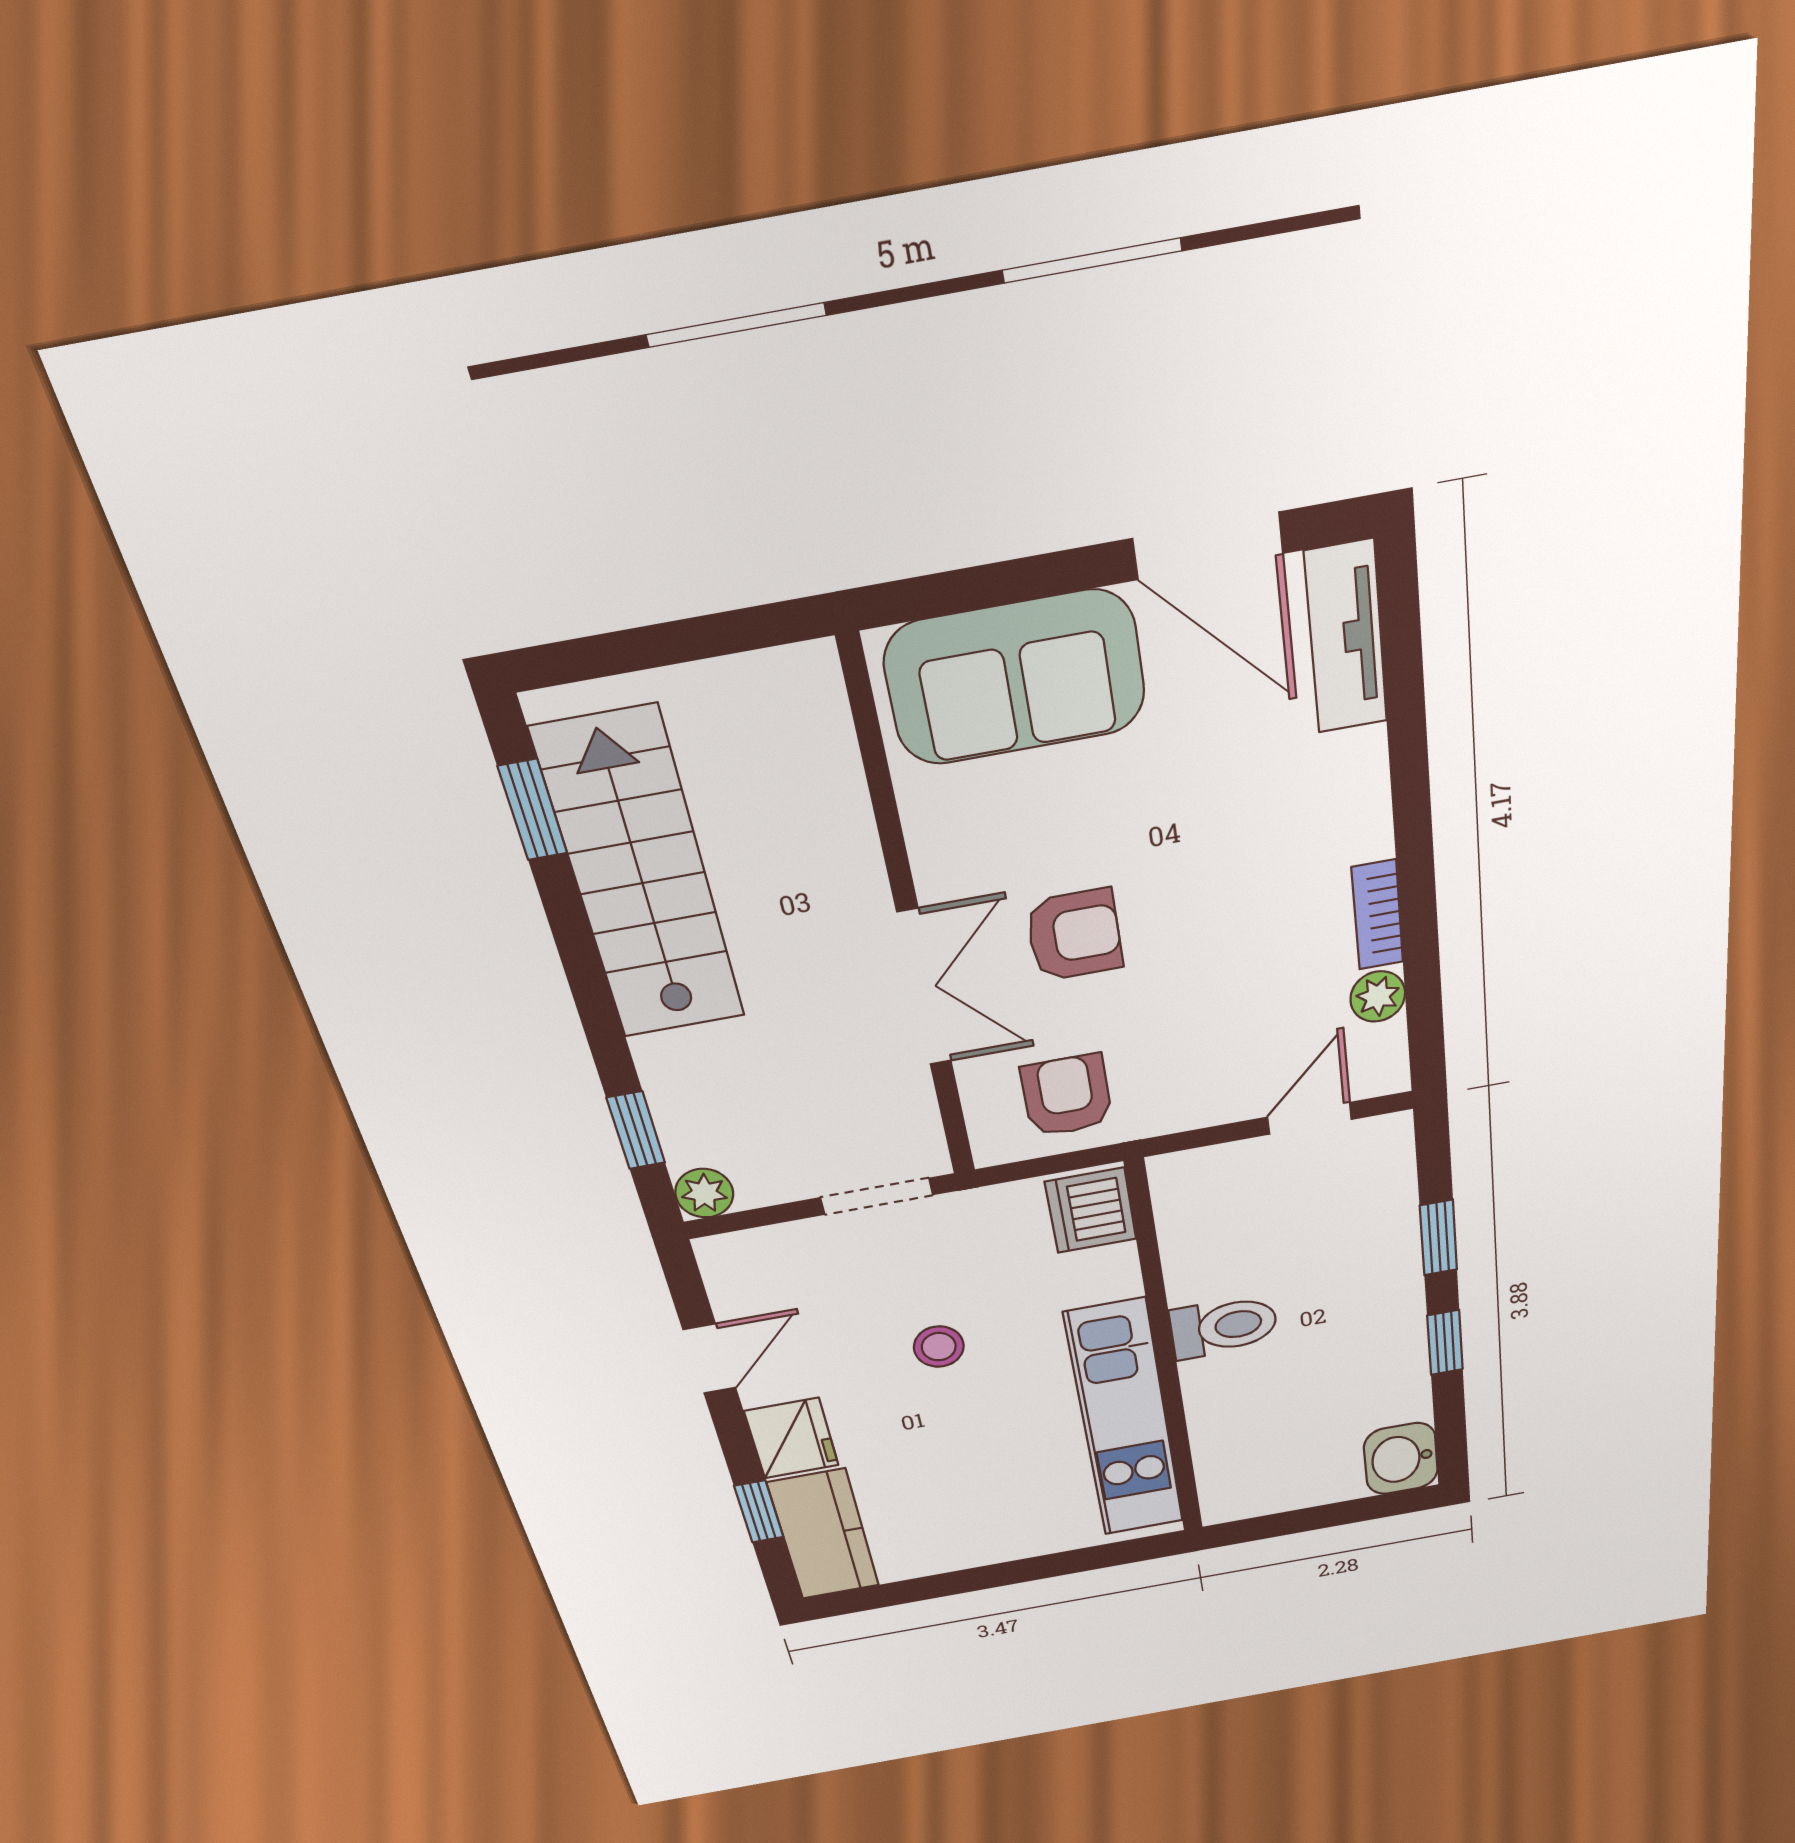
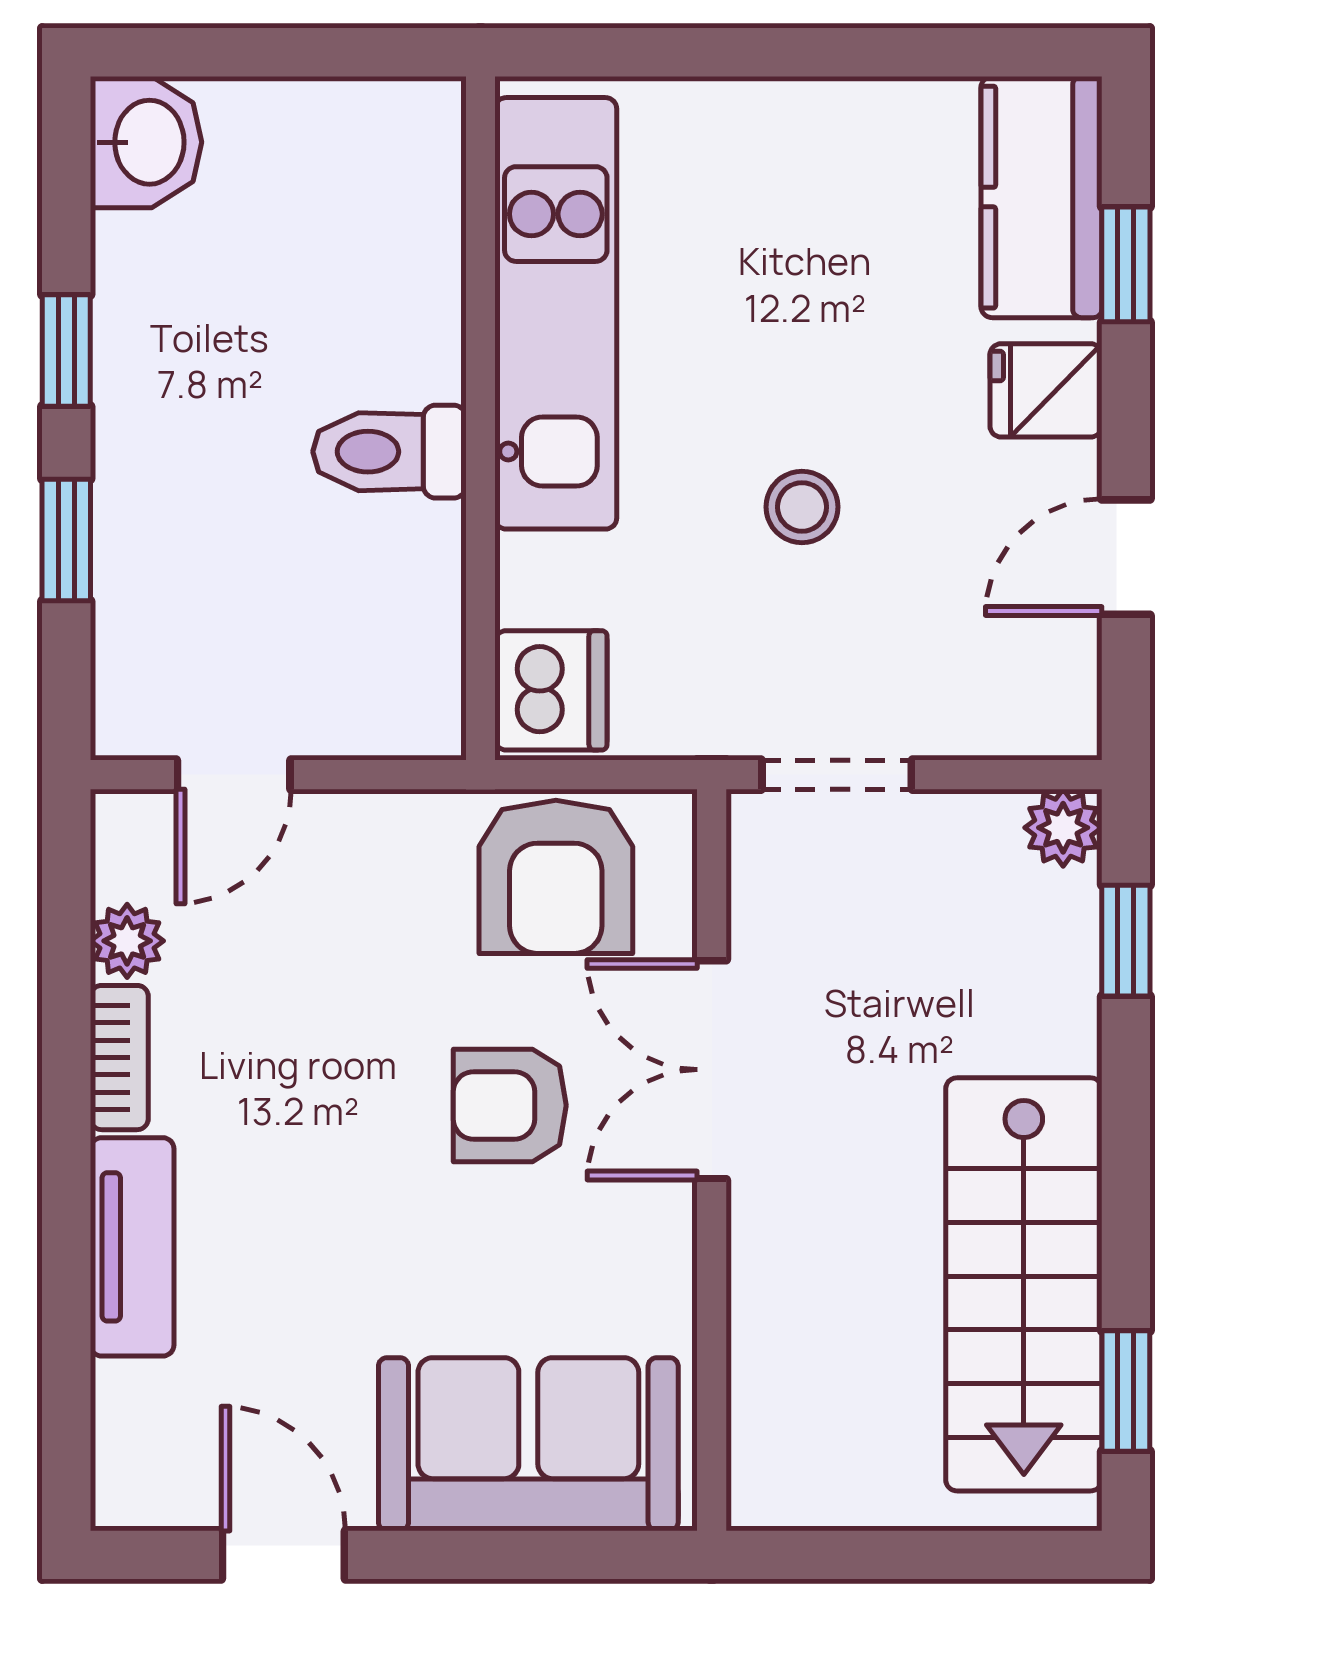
door: (1208, 546) -> (283, 1555), width x0.73
tv unit: (1346, 637) -> (132, 1247), moved
armchair: (1067, 1096) -> (556, 877), width x1.38, depth x1.38
fridge: (792, 1438) -> (1046, 390), width x0.72

